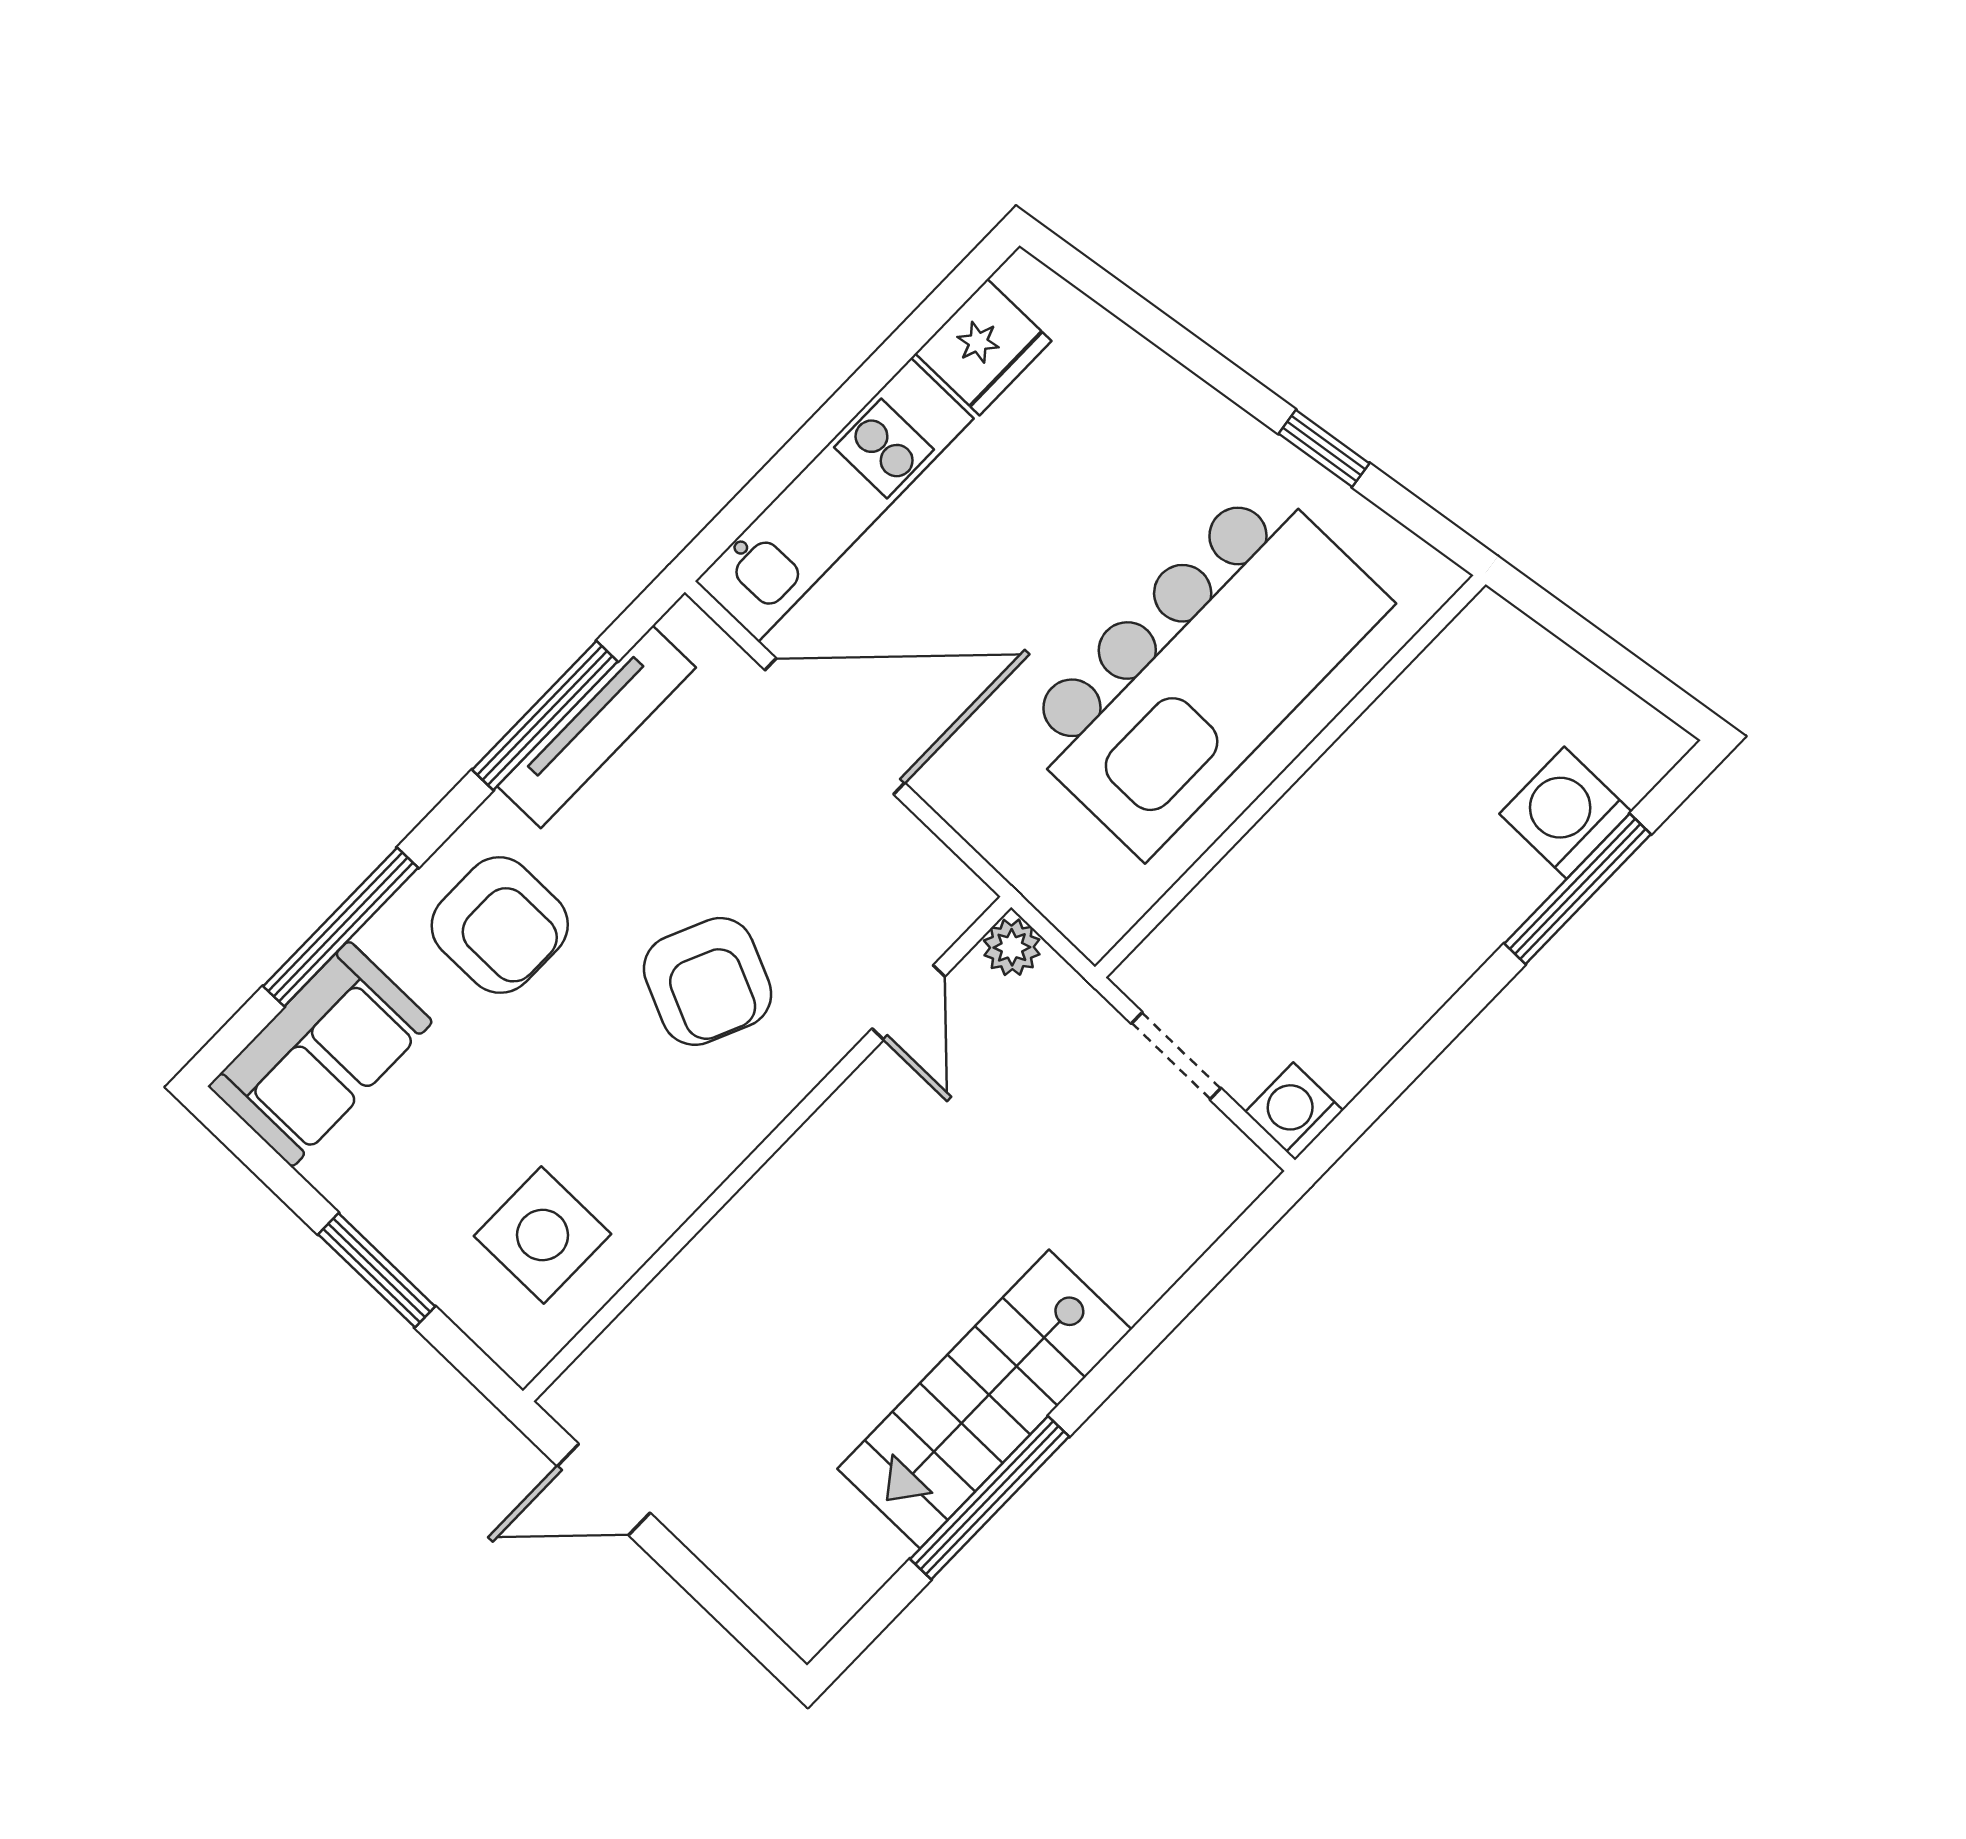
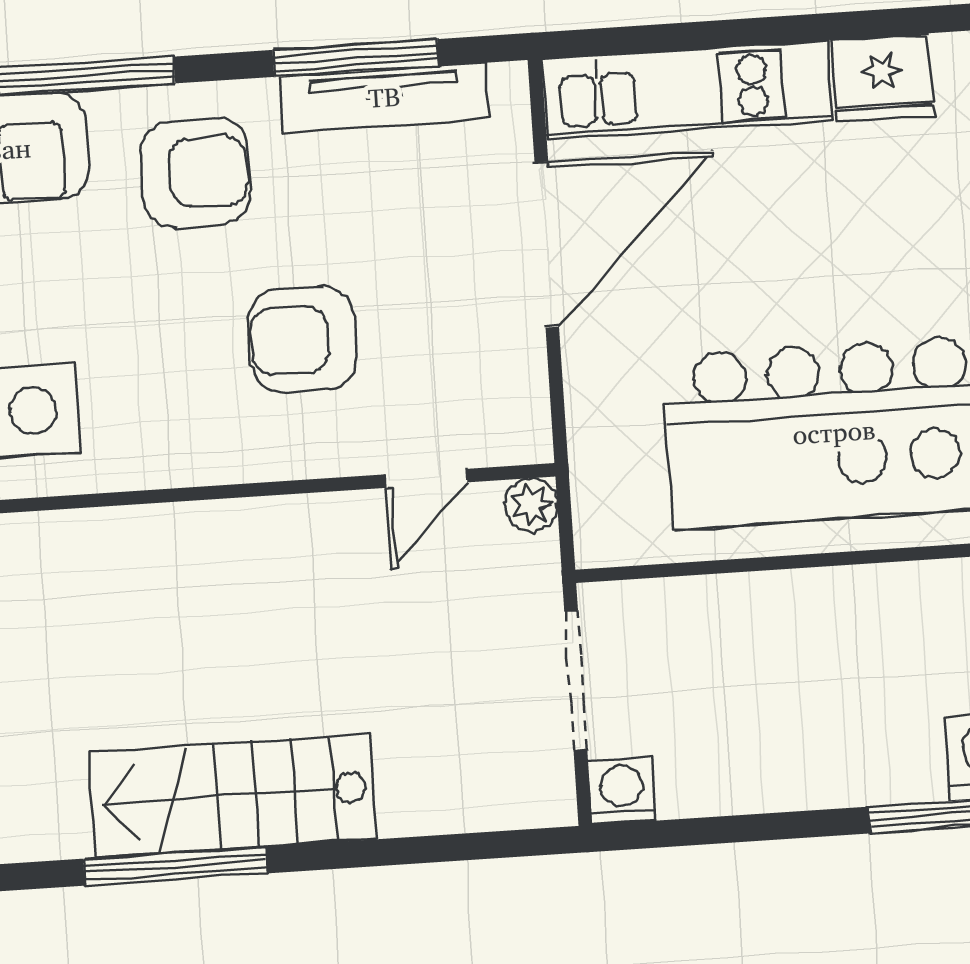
door: (835, 726) -> (547, 245), hinge flipped
armchair: (500, 925) -> (195, 173), turned -90
armchair: (708, 981) -> (302, 340), turned 66
doorway: (1176, 1056) -> (576, 680), width x1.38

